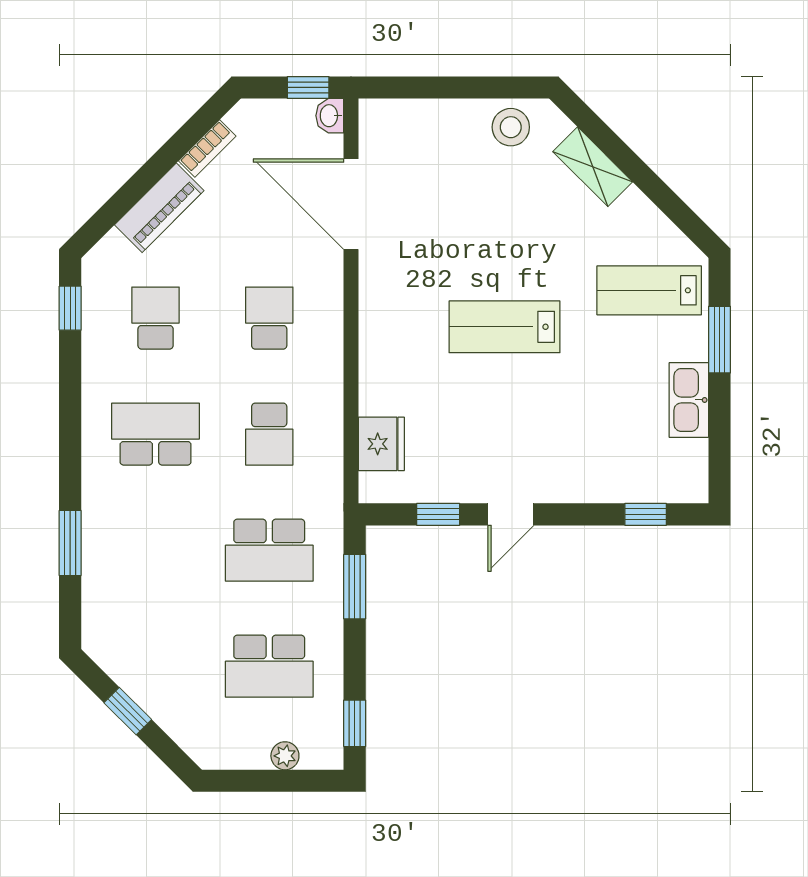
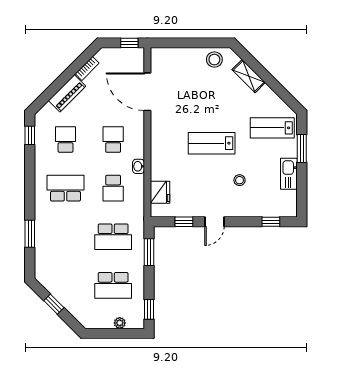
washbasin: (330, 116) -> (139, 166), moved
stool: (571, 415) -> (240, 180), added

